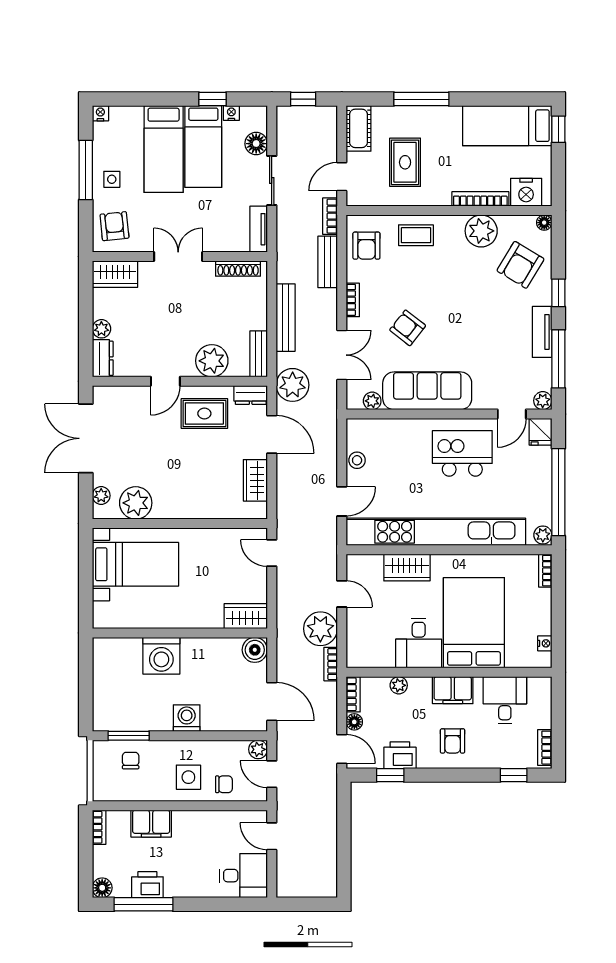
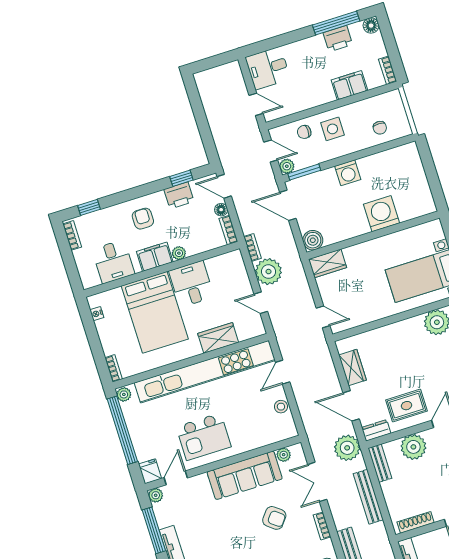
plant: (399, 685) -> (179, 253), moved
window: (129, 736) -> (304, 172), moved

